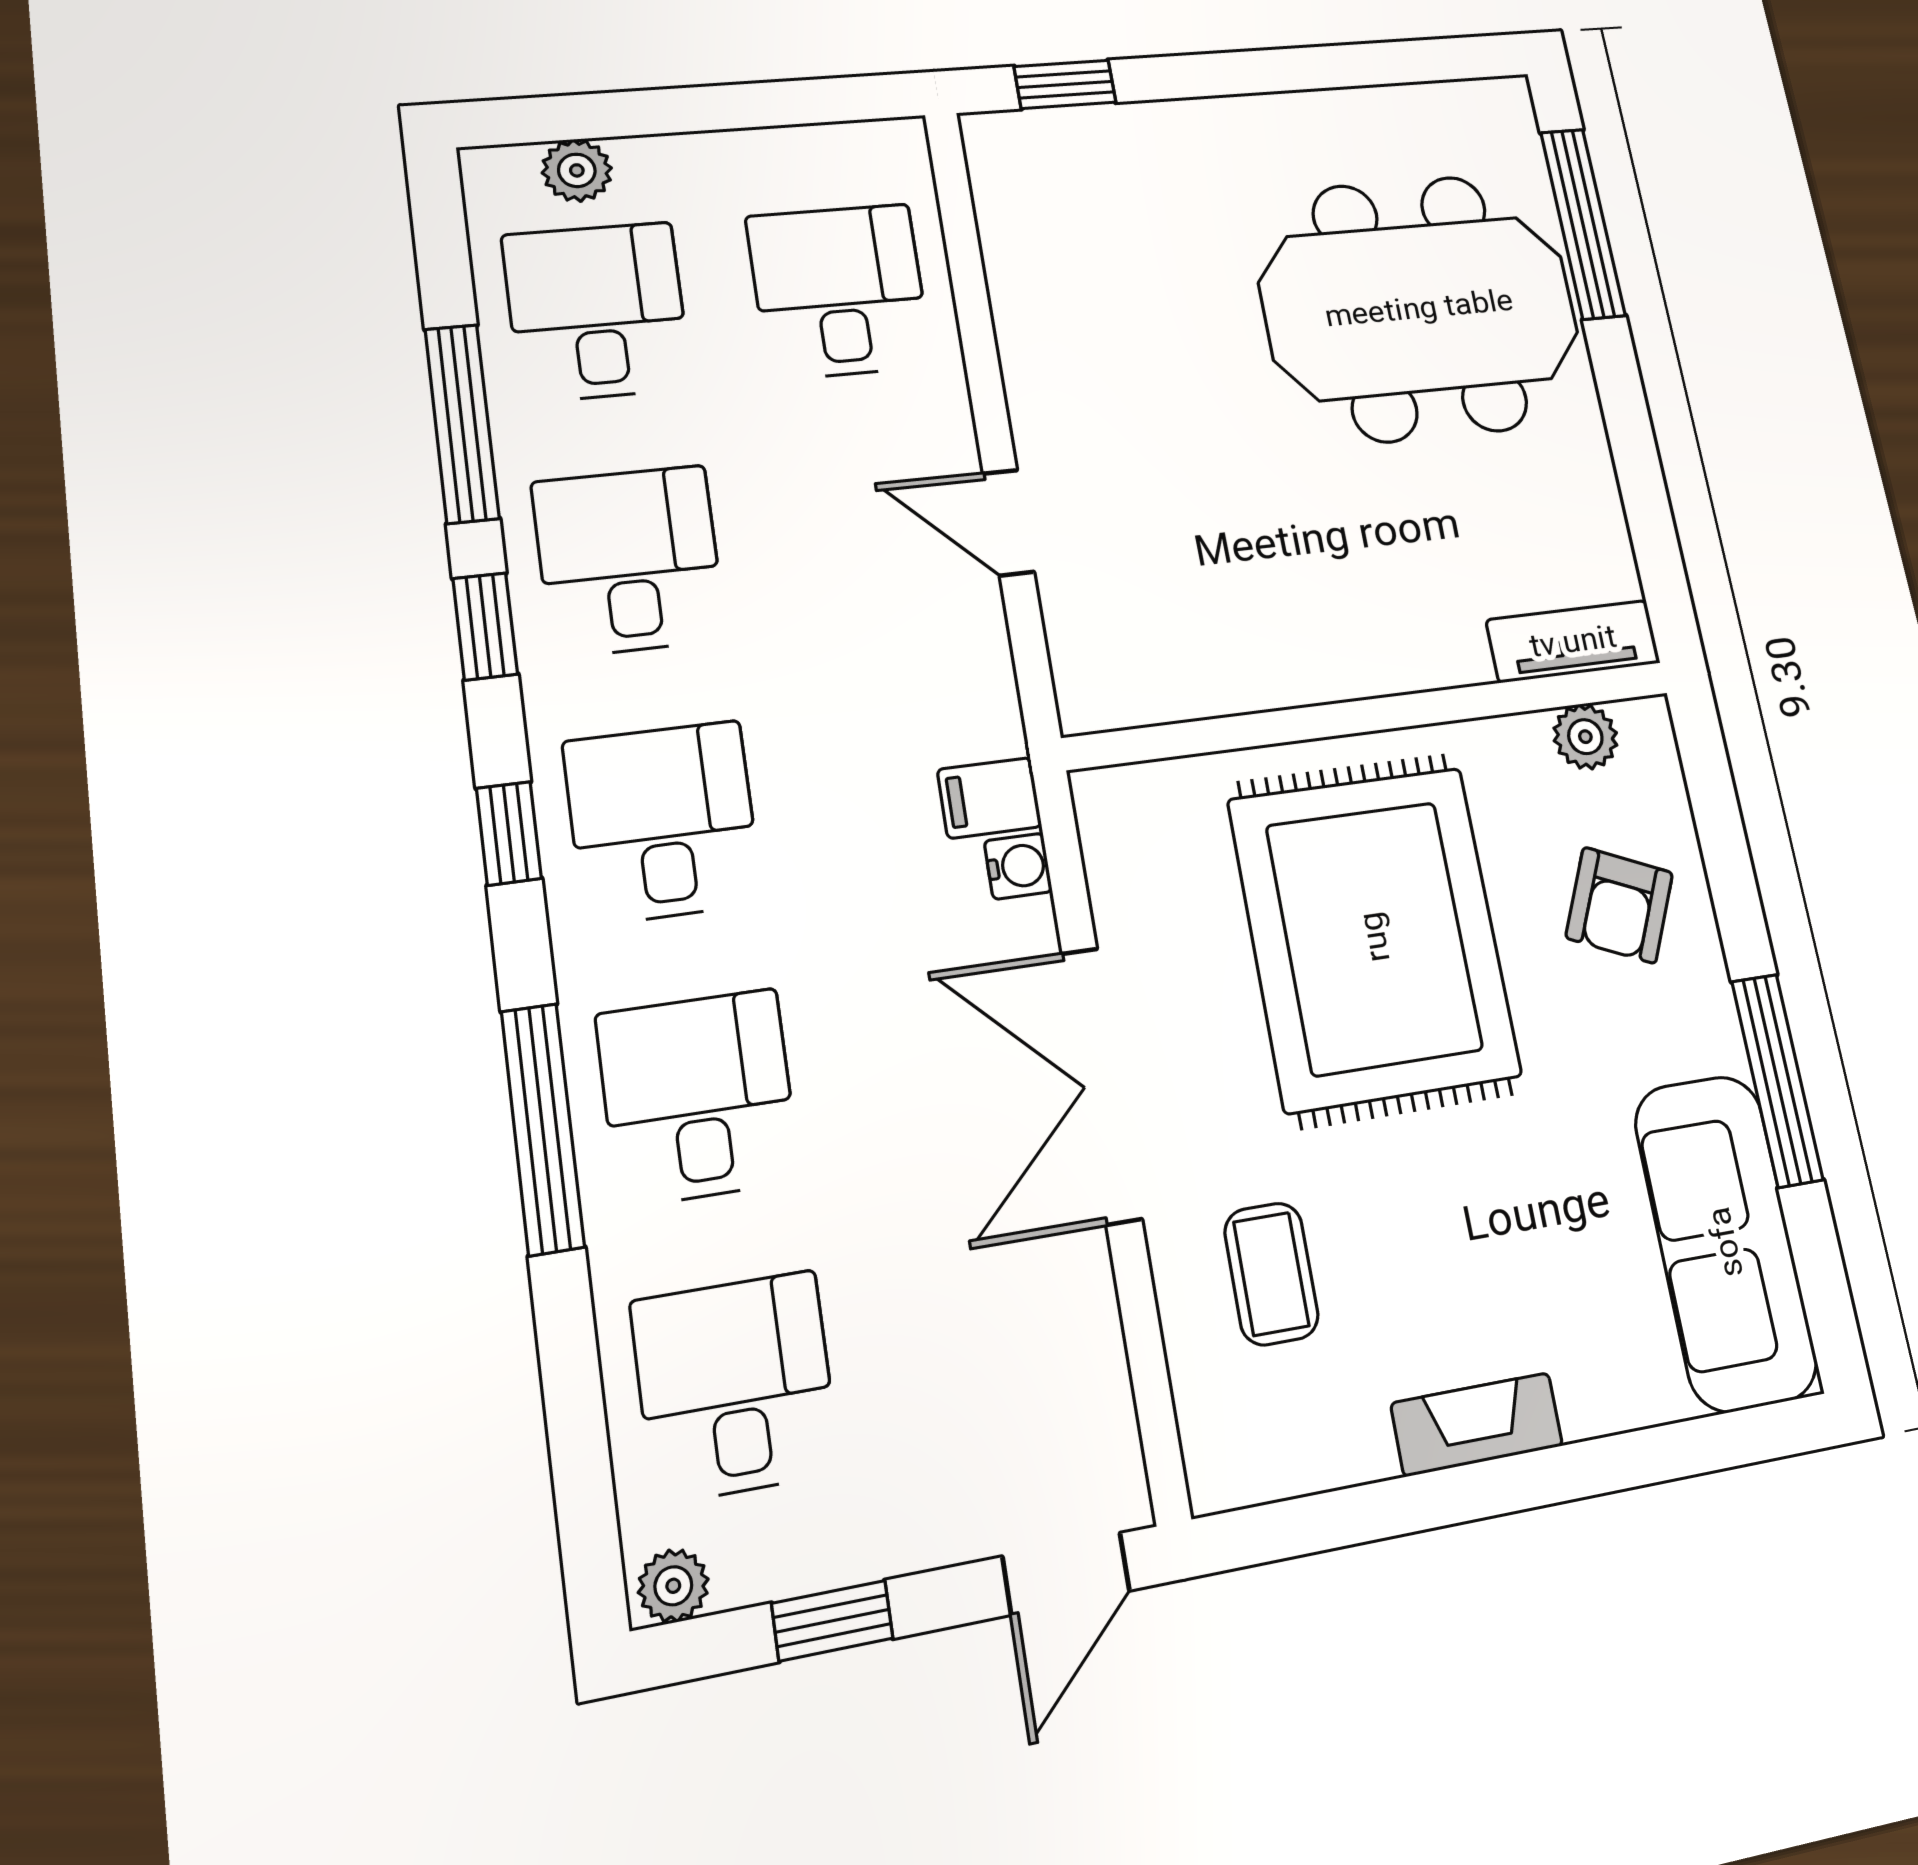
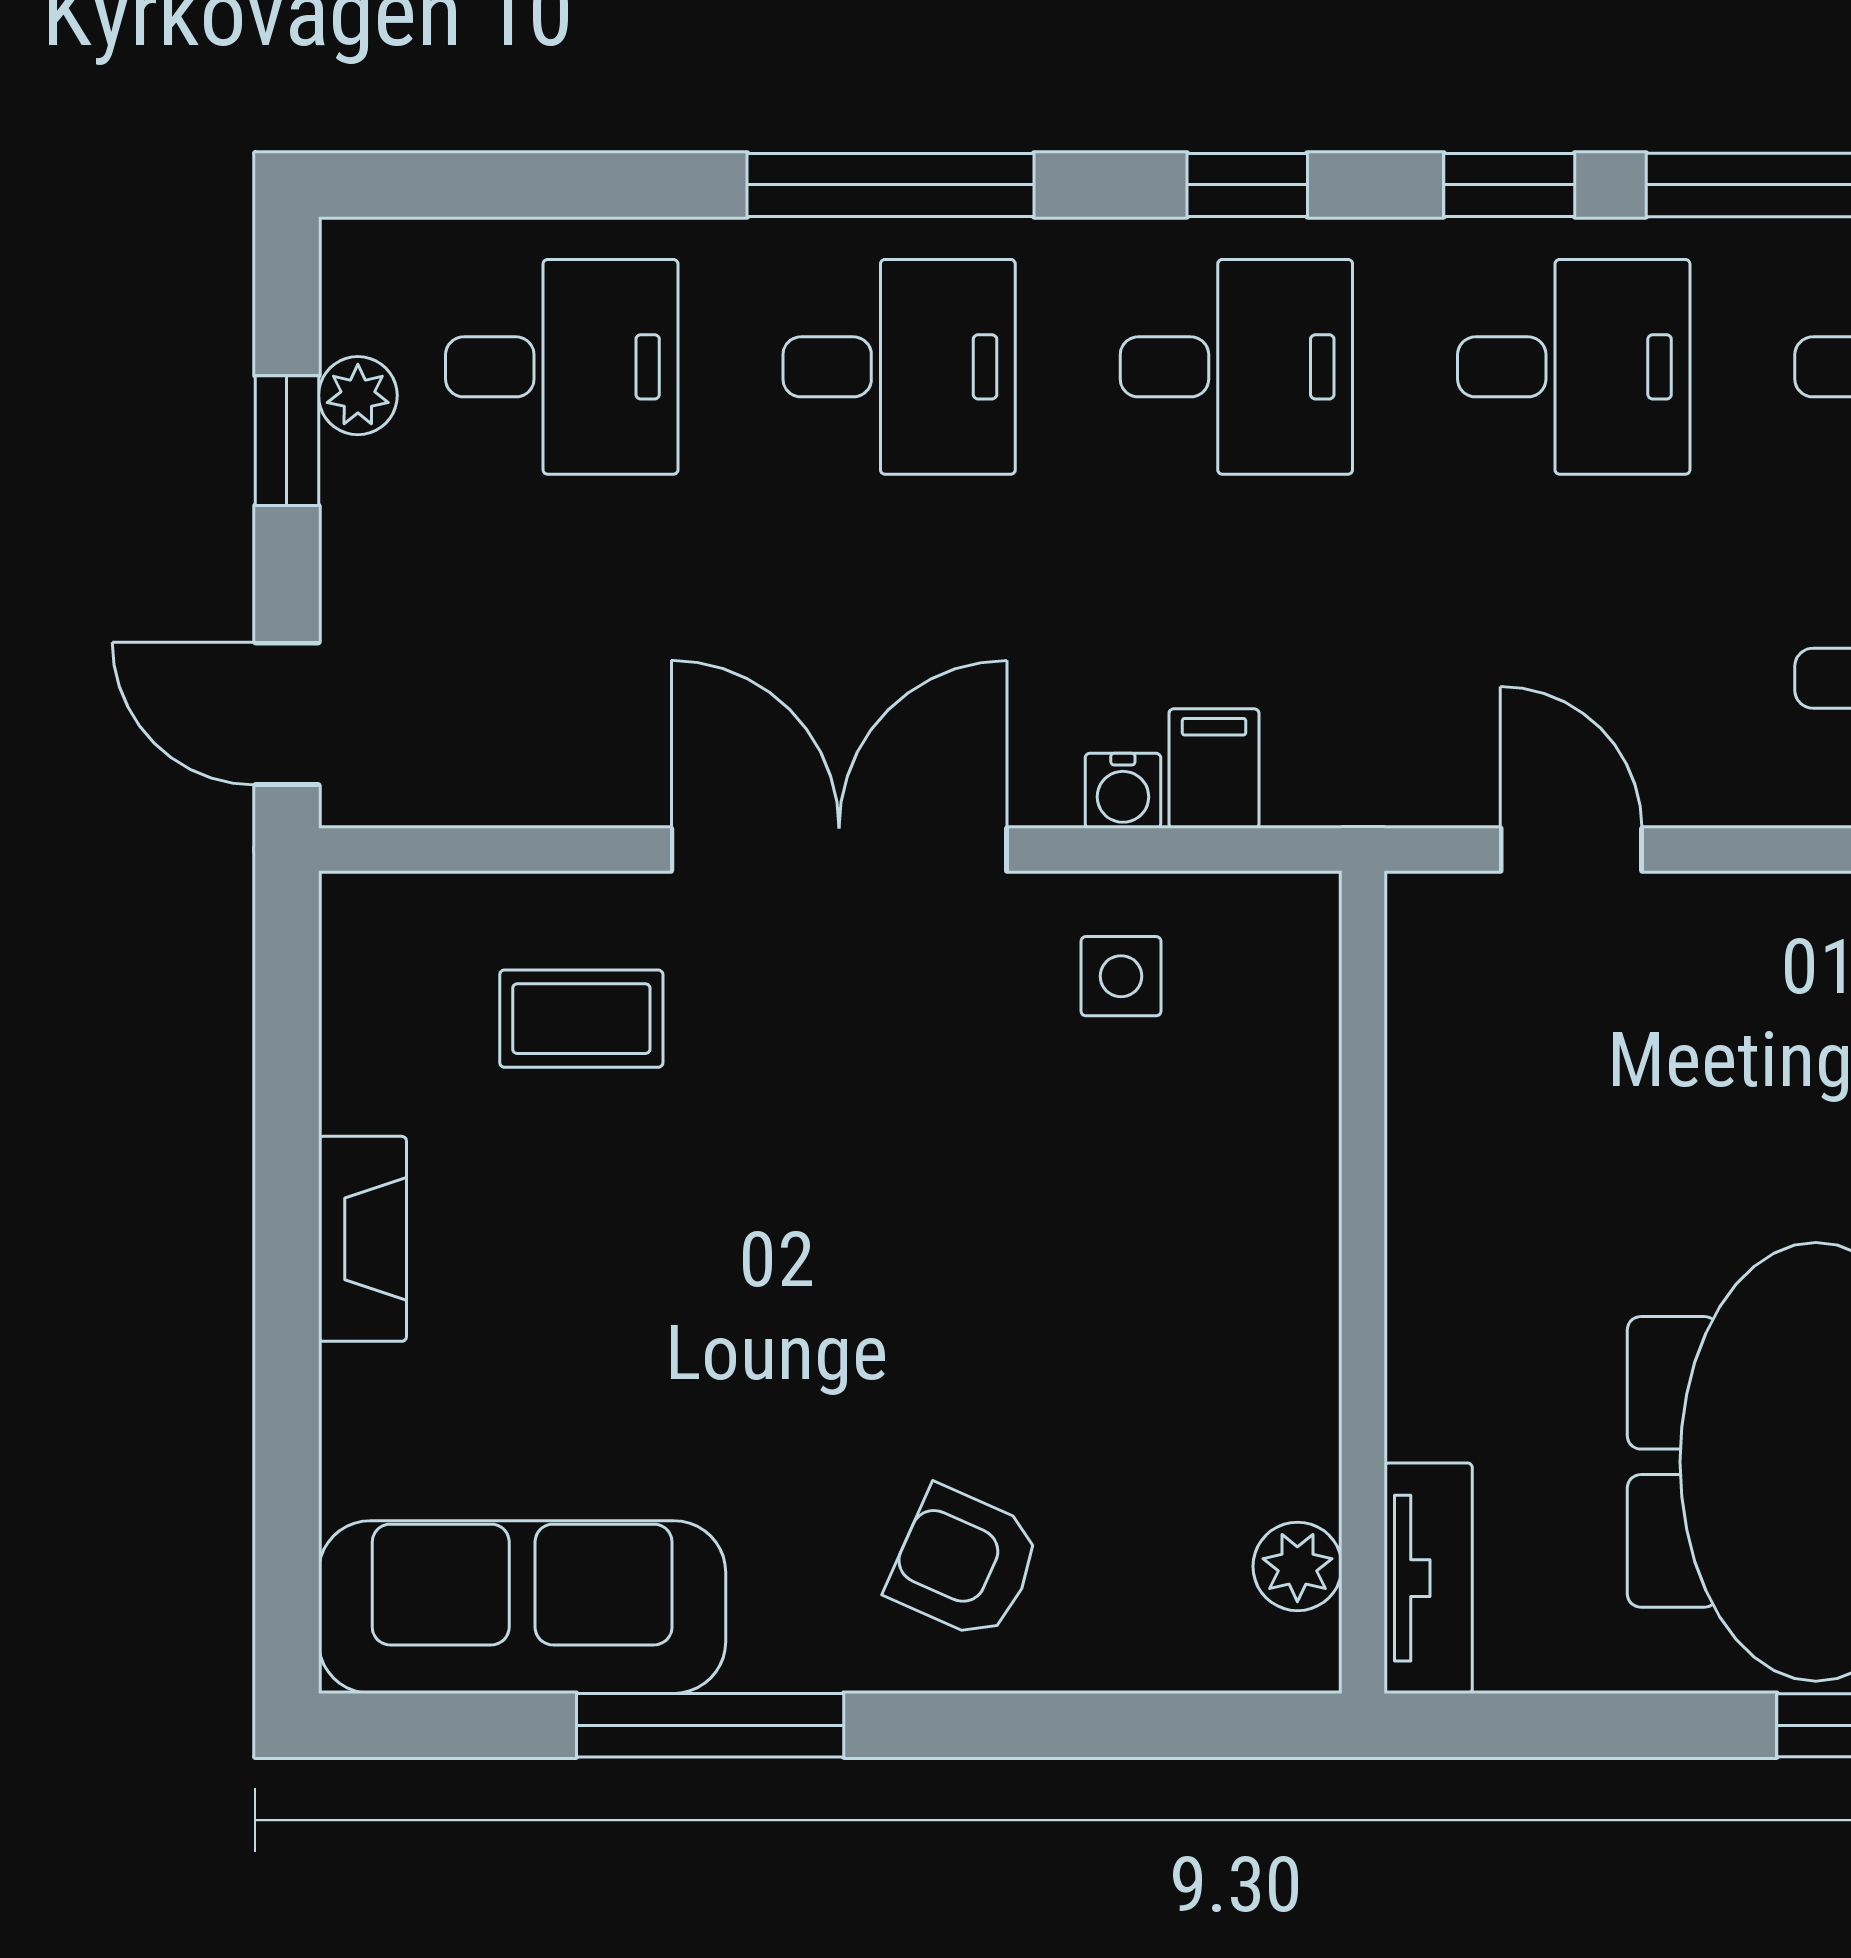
door: (1008, 523) -> (1571, 850), hinge flipped
tv unit: (1573, 641) -> (1428, 1578), moved
wall: (1372, 715) -> (1363, 1282), moved
plant: (1585, 737) -> (1297, 1566), moved
side table: (1162, 848) -> (1121, 976), added
rug: (1374, 937) -> (970, 1228), removed
plant: (673, 1586) -> (358, 396), moved

